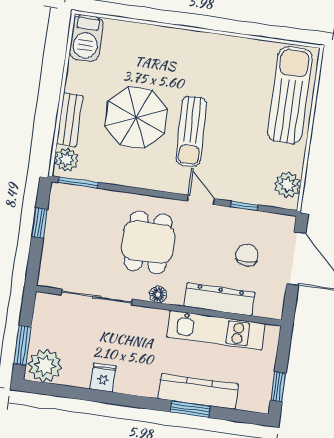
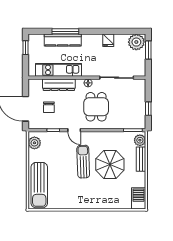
window: (190, 409) -> (65, 31), width x1.44

